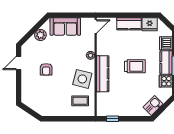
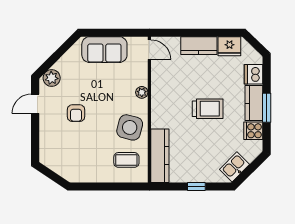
door: (96, 26) -> (149, 50), hinge flipped
plant: (40, 35) -> (52, 78), moved
kitchen counter: (103, 74) -> (160, 156), moved
window: (113, 119) -> (196, 187), moved

